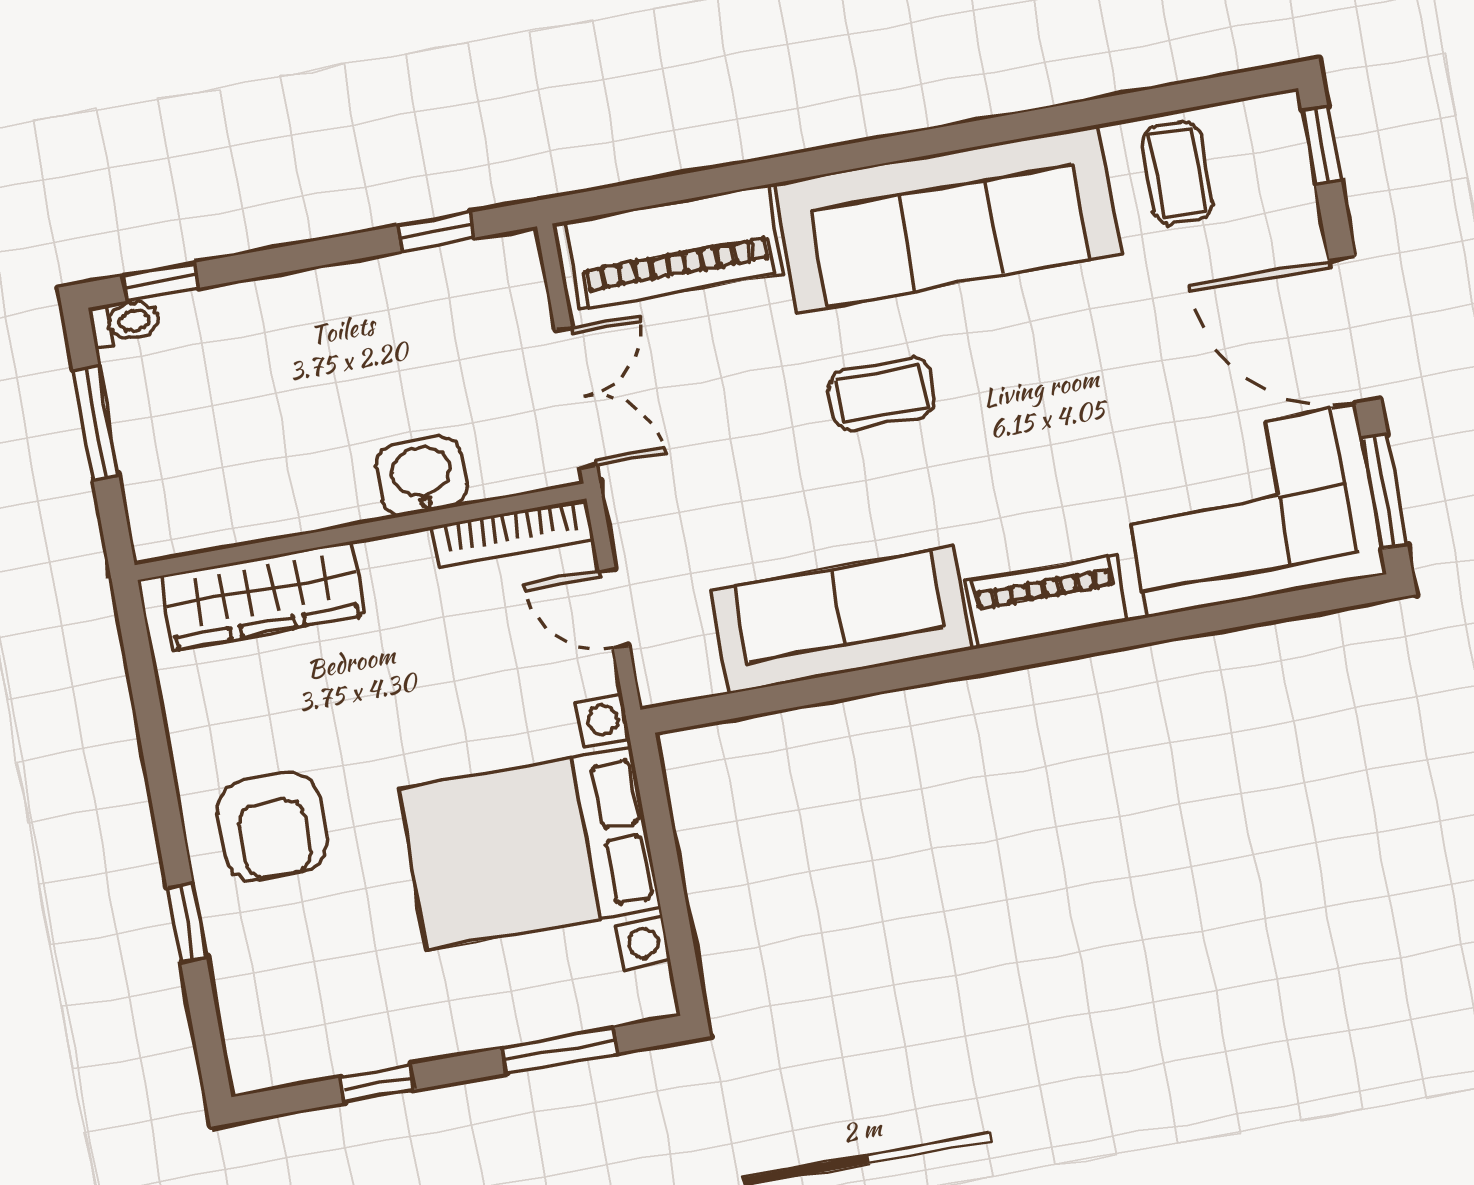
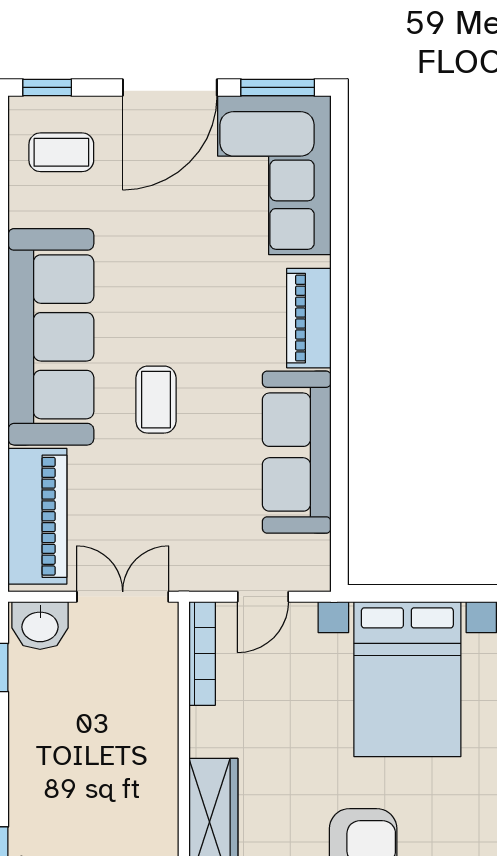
coffee table: (1177, 173) -> (61, 152), moved
washbasin: (422, 476) -> (40, 625), moved, turned -90

